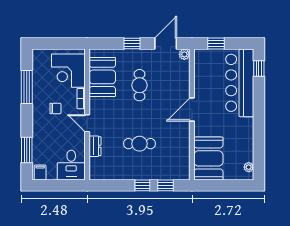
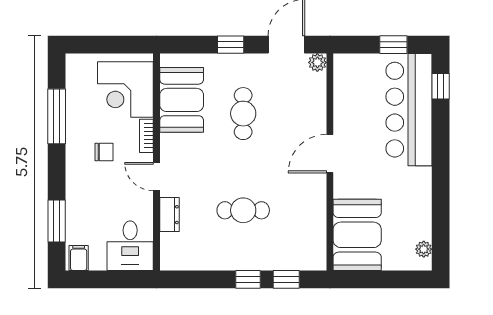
window: (216, 43) -> (393, 45), moved

